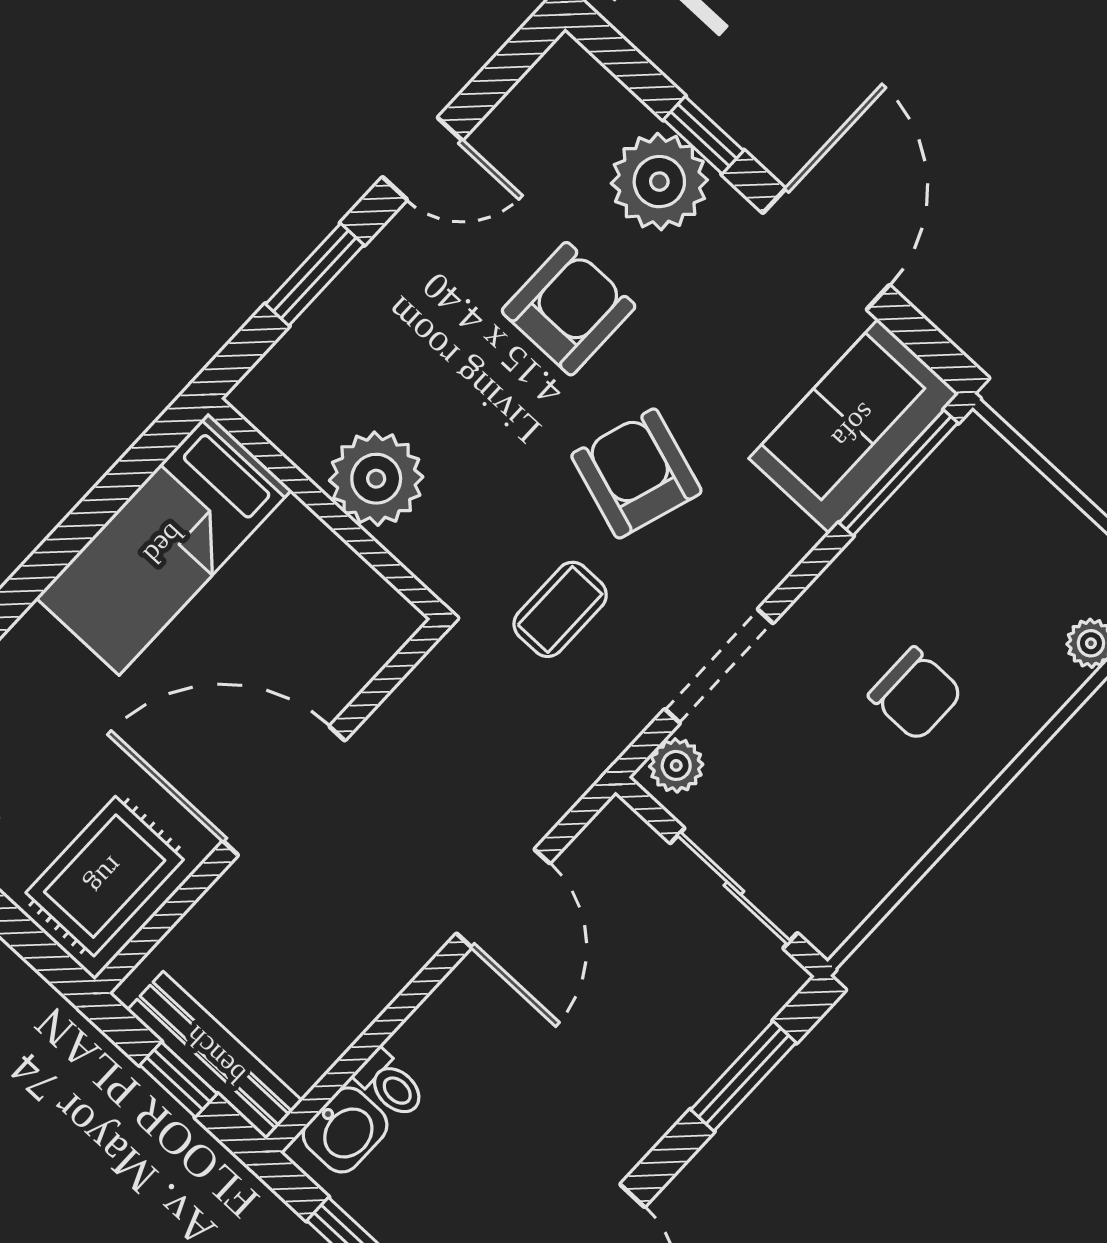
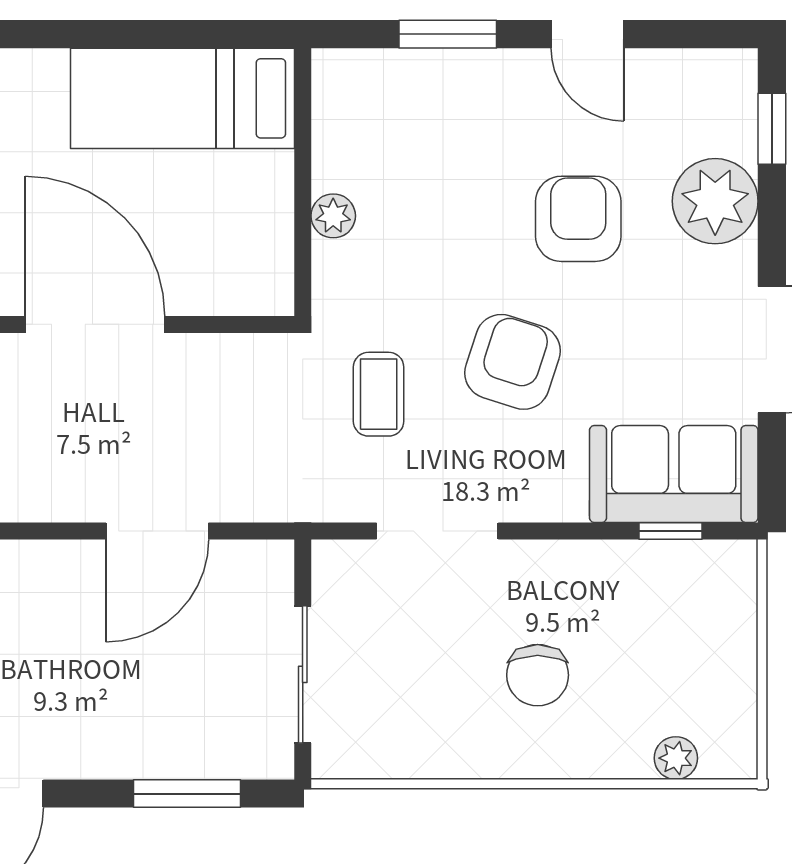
window: (704, 135) -> (772, 129), moved
armchair: (569, 309) -> (578, 219), turned -90
window: (898, 473) -> (670, 531), width x0.46
plant: (376, 479) -> (333, 216), width x0.53, depth x0.53
coffee table: (560, 609) -> (379, 394), turned 90
plant: (676, 765) -> (347, 563), removed

